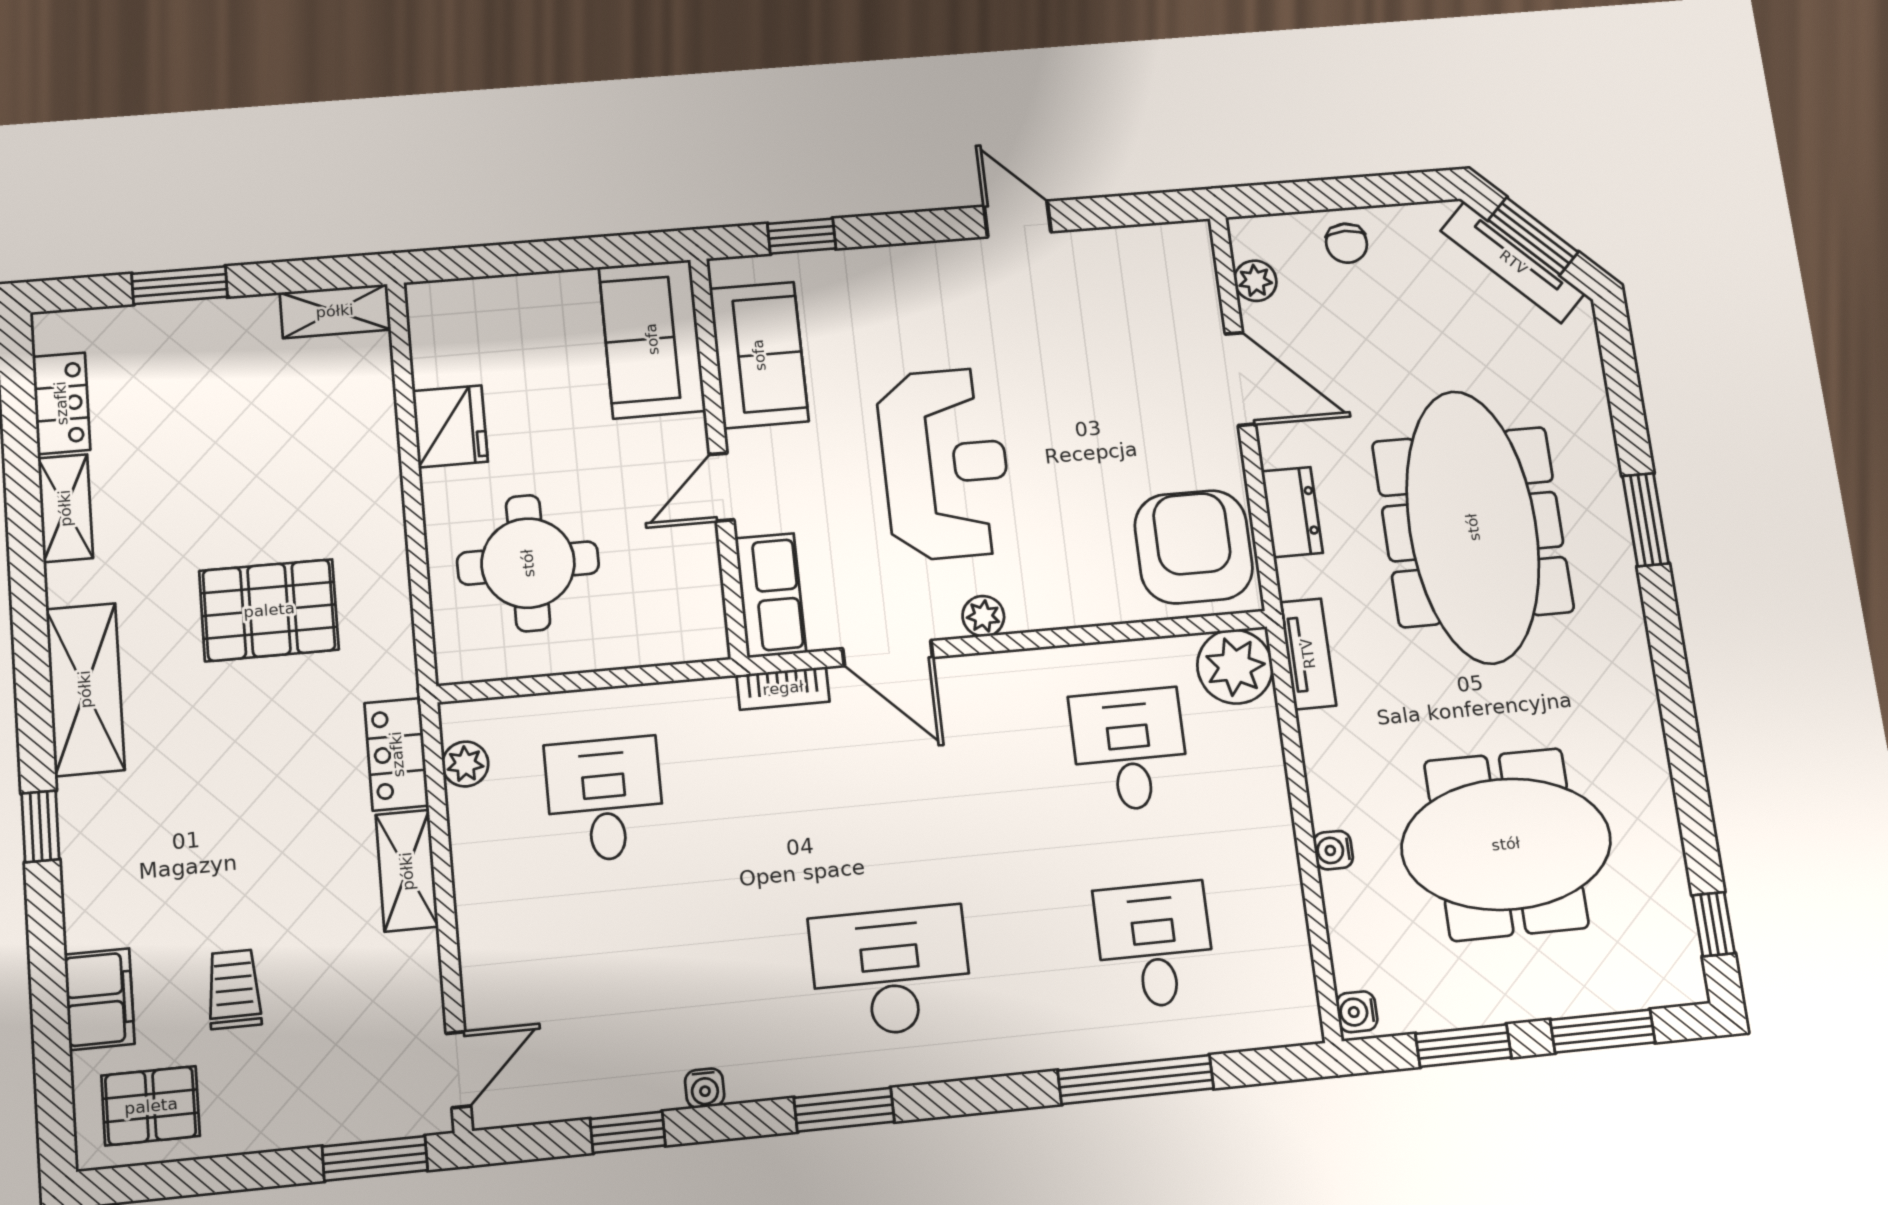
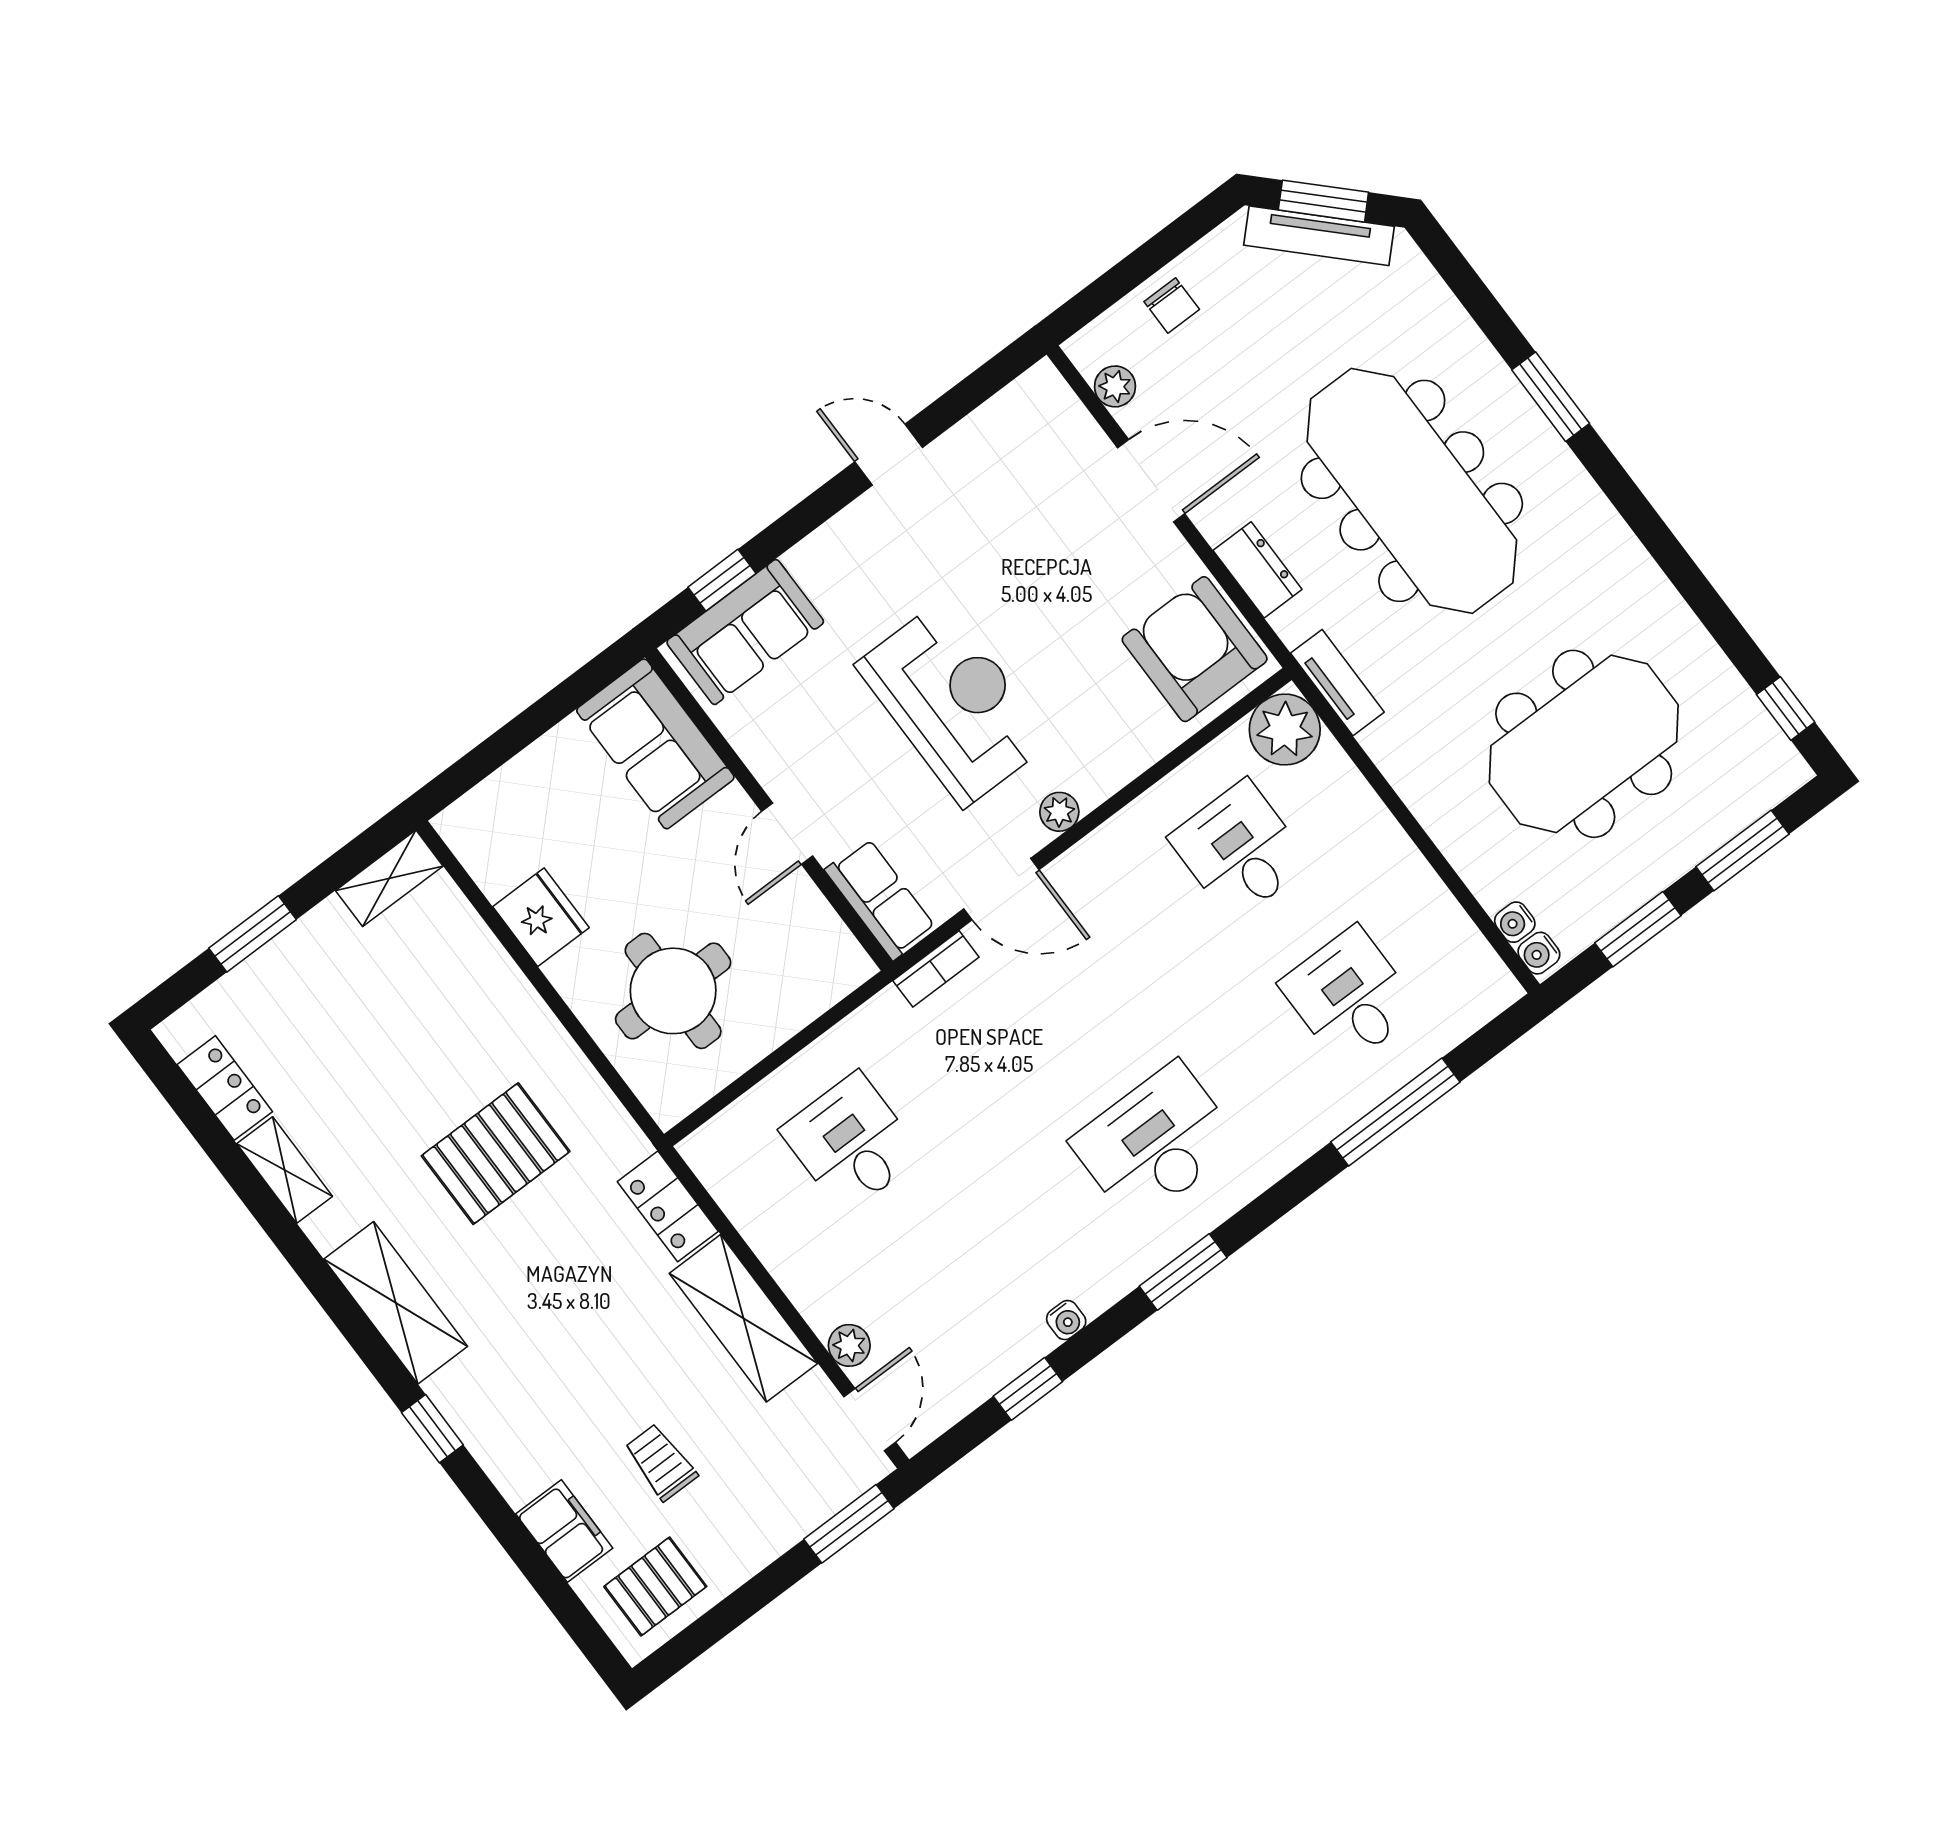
sofa: (759, 355) -> (745, 632), moved, turned 90
plant: (465, 764) -> (849, 1345), moved
water cooler: (1333, 850) -> (1515, 922), moved
shelving: (407, 871) -> (743, 1318), width x1.50, depth x1.33

